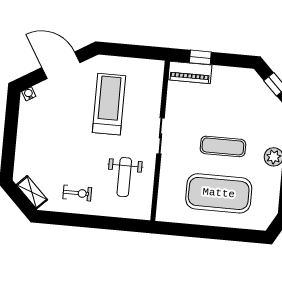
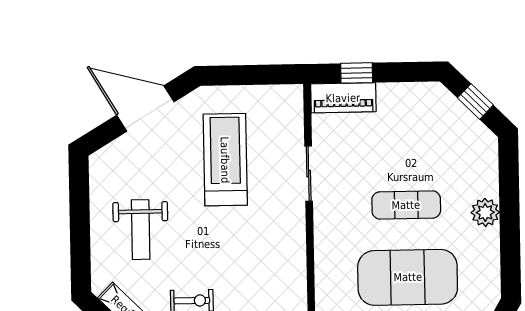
water cooler: (29, 94) -> (101, 157), removed
sliding door: (160, 136) -> (309, 174), moved
weight bench: (124, 177) -> (141, 230), moved

